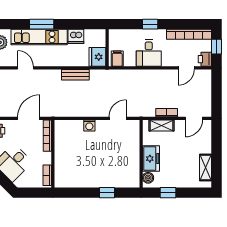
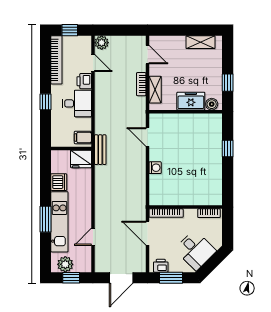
printer: (205, 59) -> (84, 81), moved, turned 90
bench: (75, 75) -> (100, 150), moved
plant: (205, 76) -> (102, 43), added

